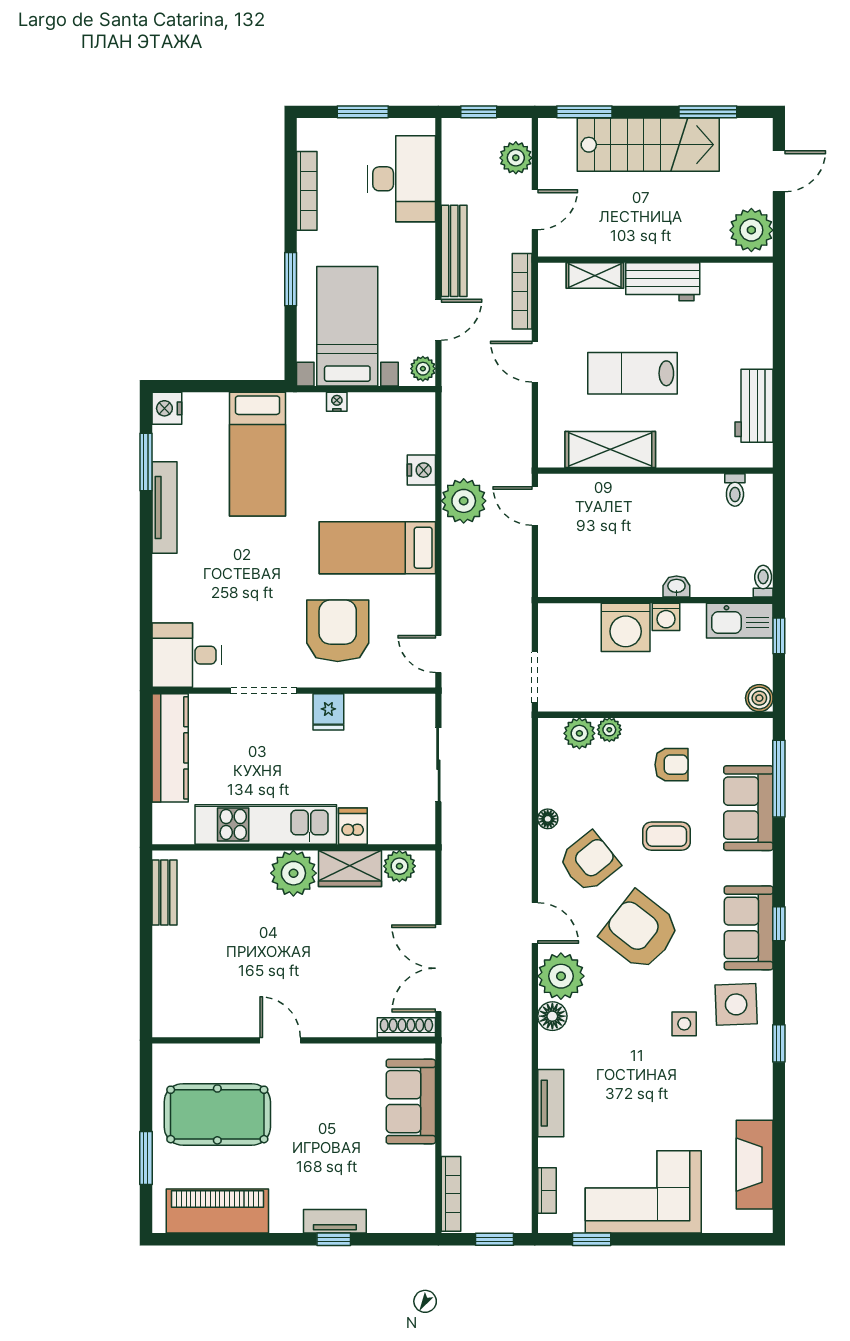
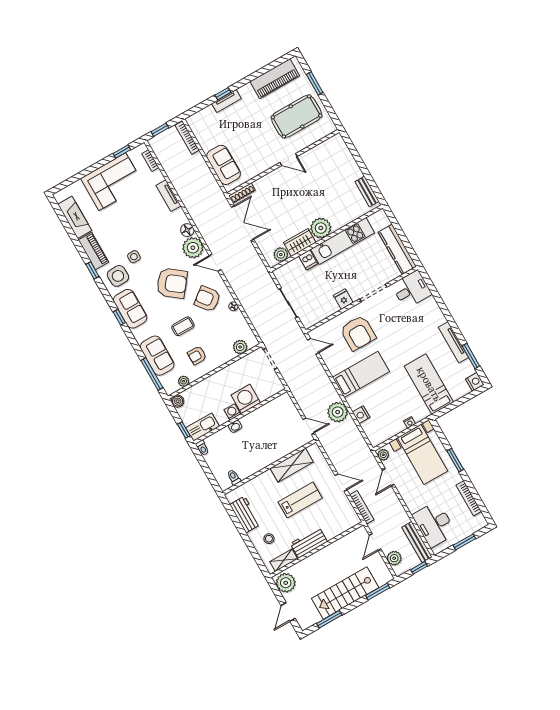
bench: (454, 251) -> (417, 542), moved
shelving: (595, 275) -> (284, 560), moved
stool: (735, 333) -> (269, 539), added
plant: (609, 730) -> (184, 381), moved
armchair: (589, 862) -> (207, 299), turned 91
piano: (756, 1079) -> (93, 251), added

